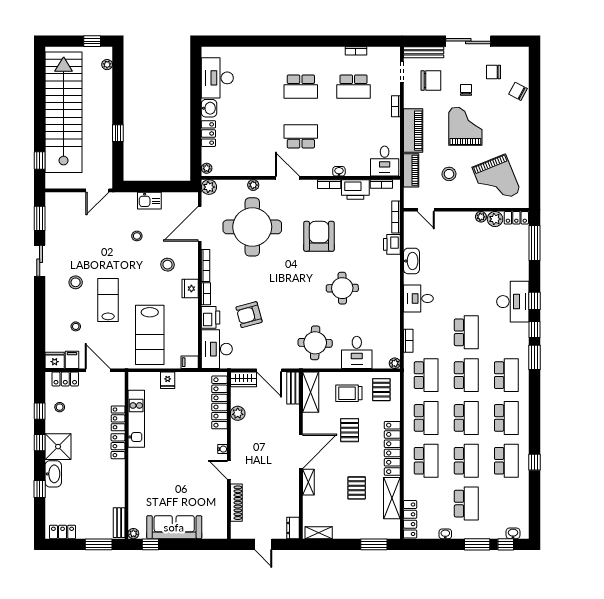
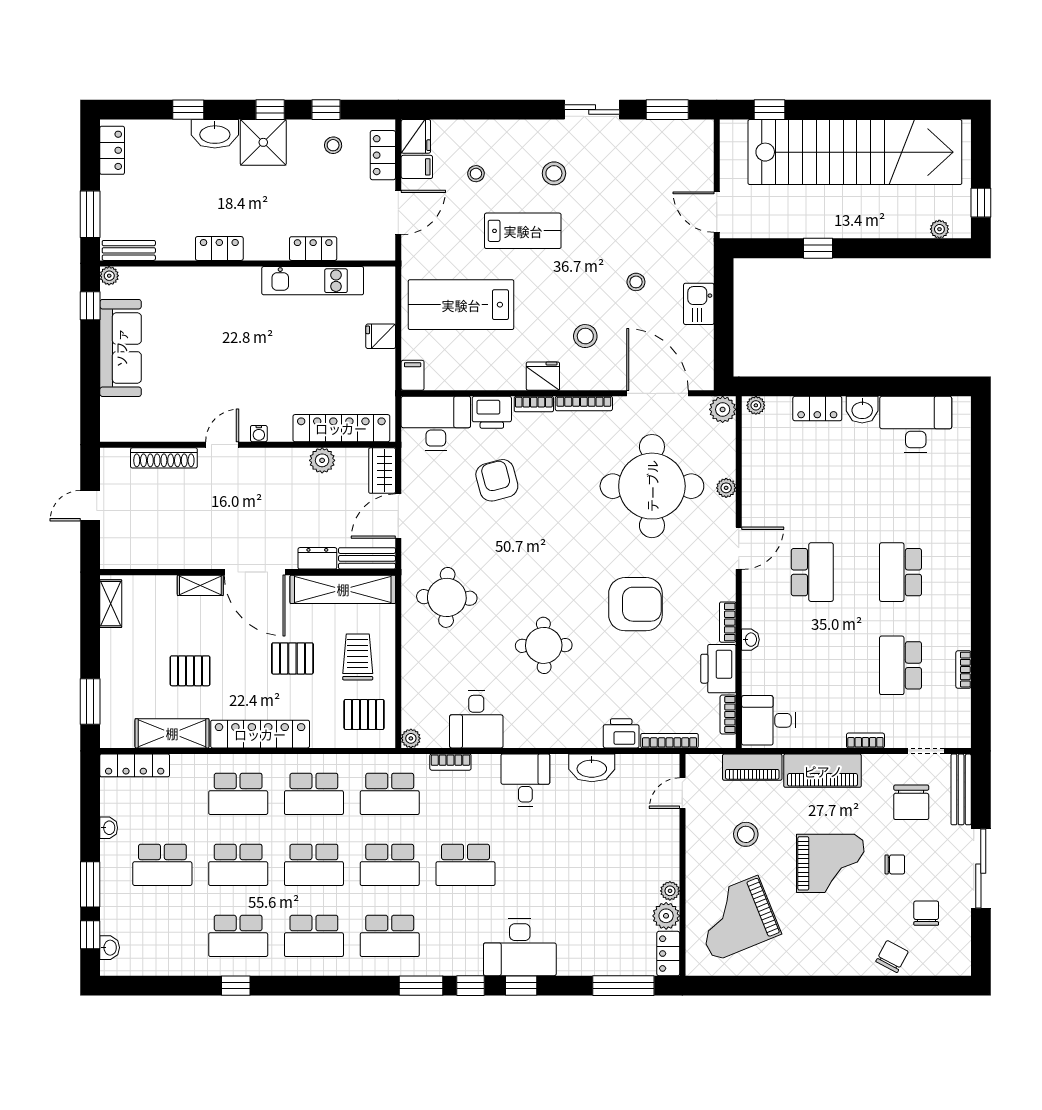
desk: (357, 352) -> (476, 719), moved, turned -90
shelving: (311, 392) -> (343, 589), width x1.47
locker: (118, 446) -> (219, 249), moved
dresser: (293, 528) -> (317, 558), moved

